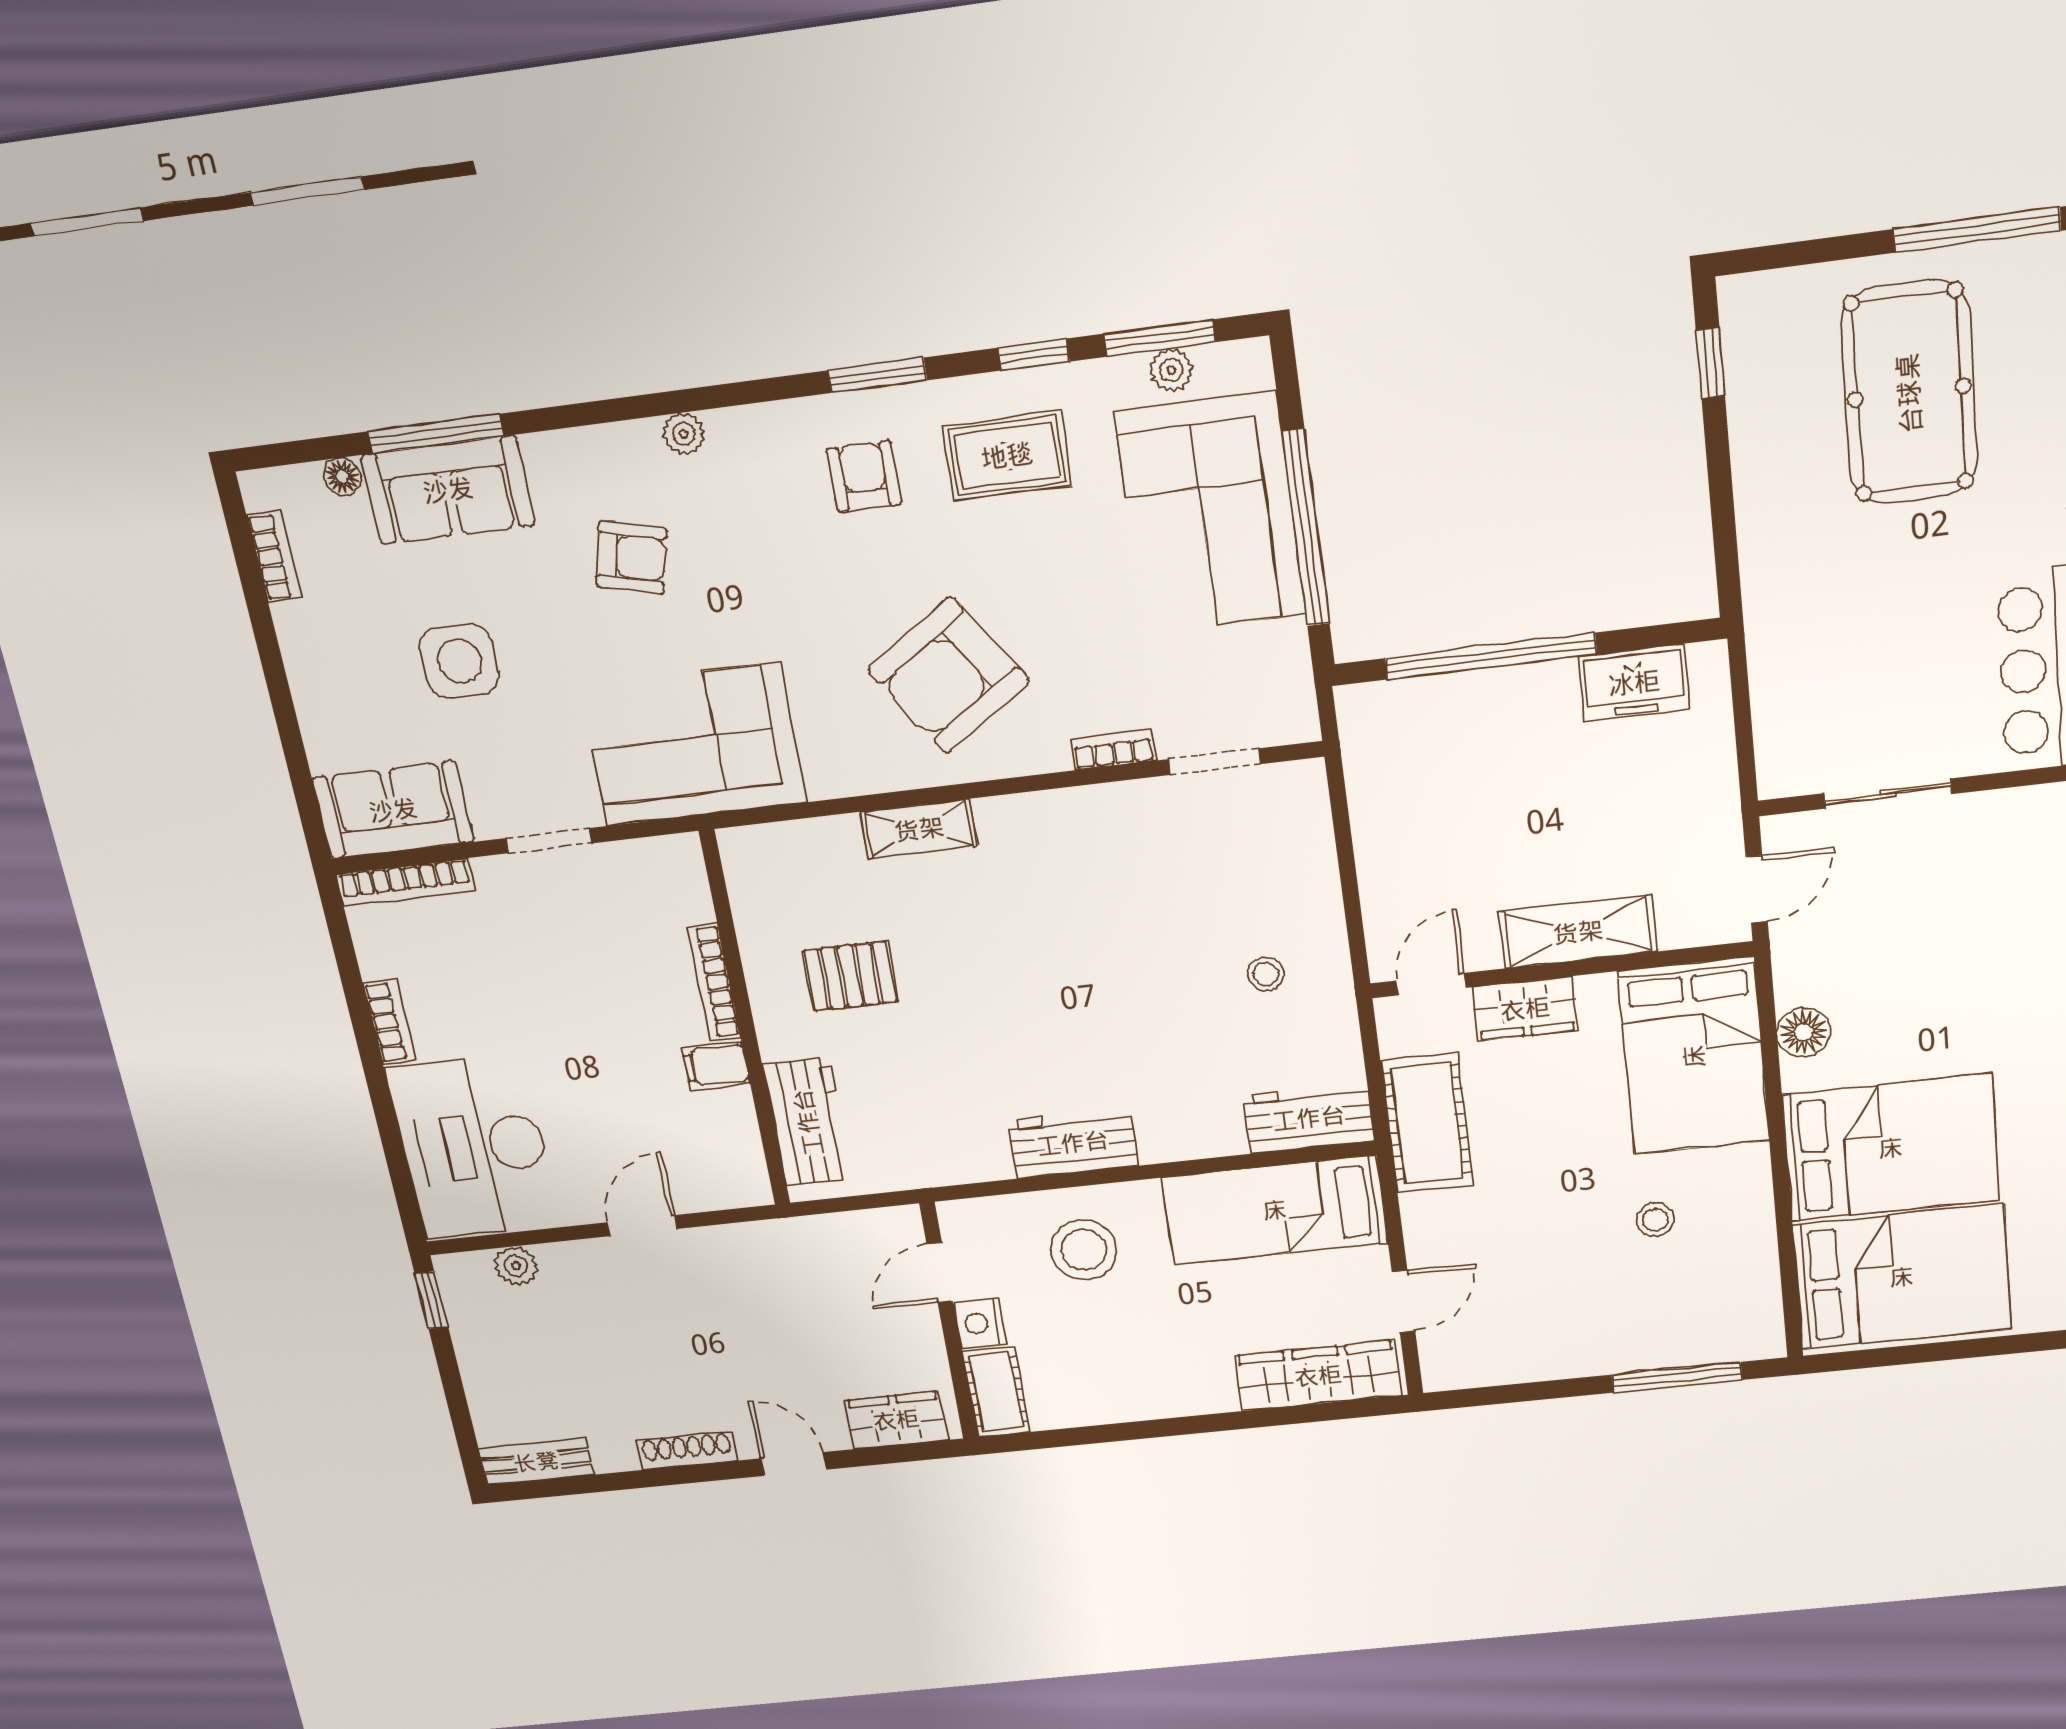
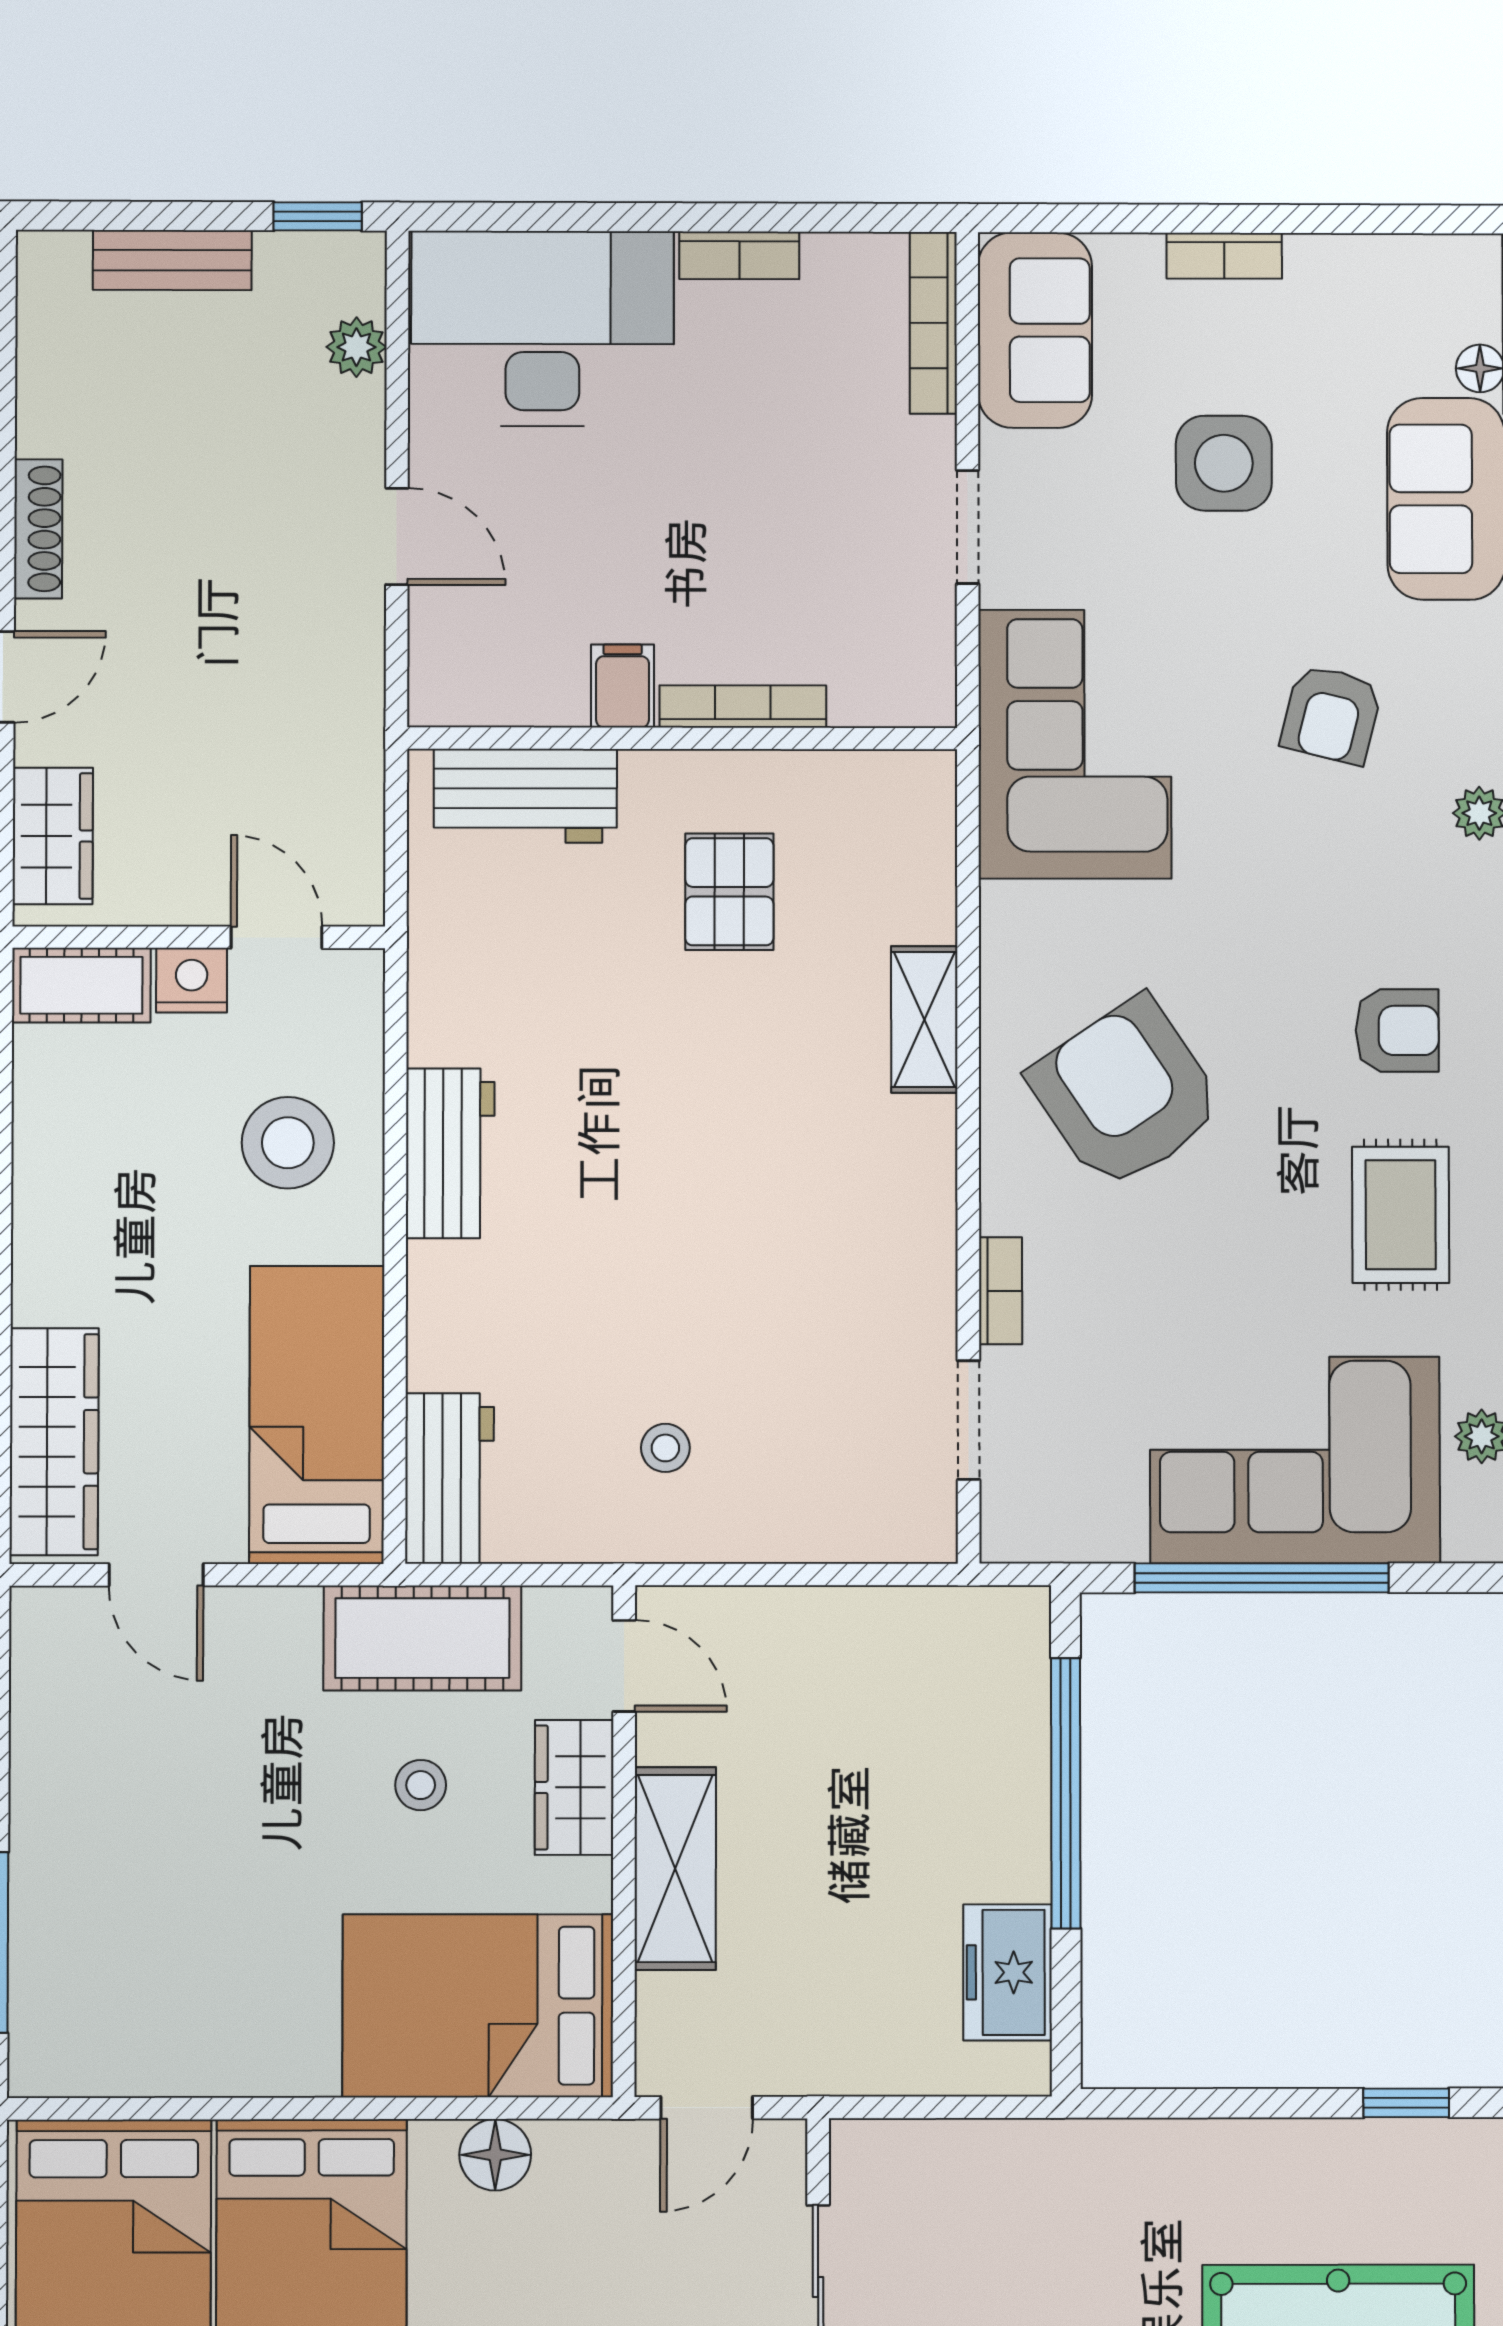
bookcase: (274, 556) -> (1224, 256), moved
door: (1757, 889) -> (707, 2108), hinge flipped
stool: (1655, 1220) -> (421, 1785), moved
bench: (536, 1462) -> (172, 260), moved, turned 90

